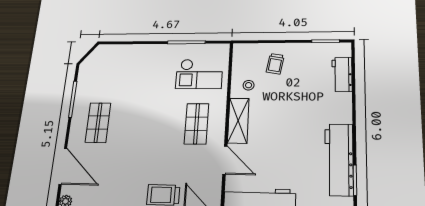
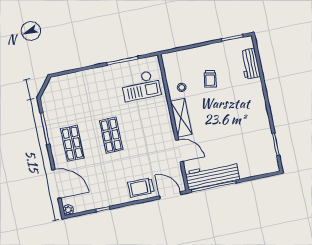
trolley: (275, 64) -> (210, 79), moved
shop shelf: (197, 124) -> (111, 135), moved
workbench: (339, 159) -> (262, 132), removed

